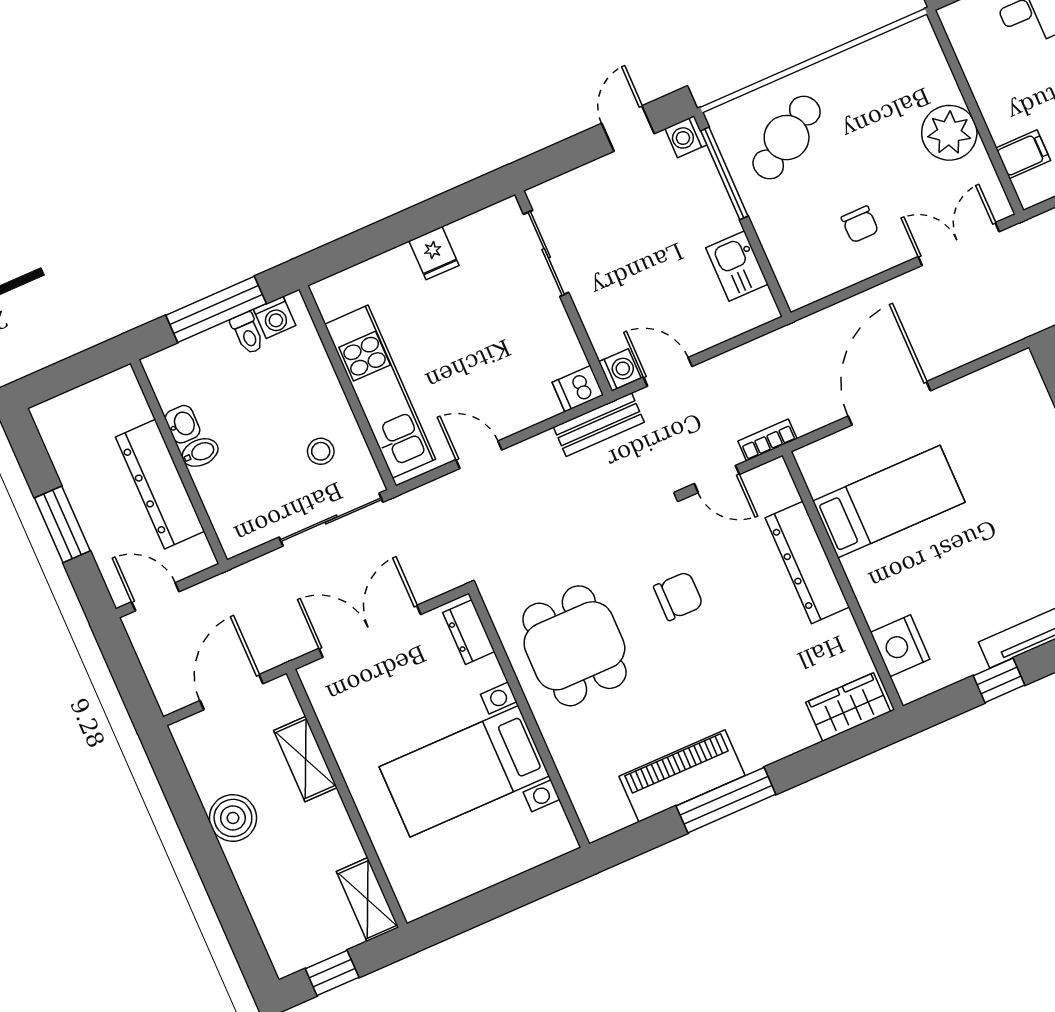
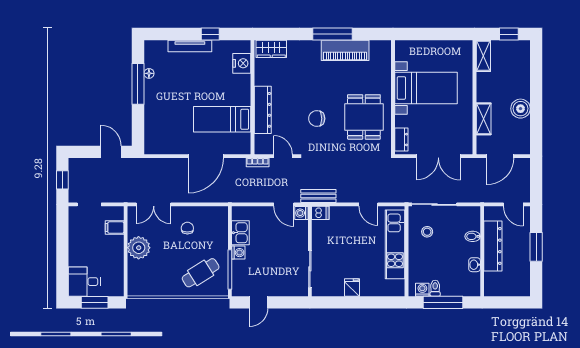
washing machine: (686, 137) -> (238, 253), moved
bidet: (200, 452) -> (473, 236), moved

